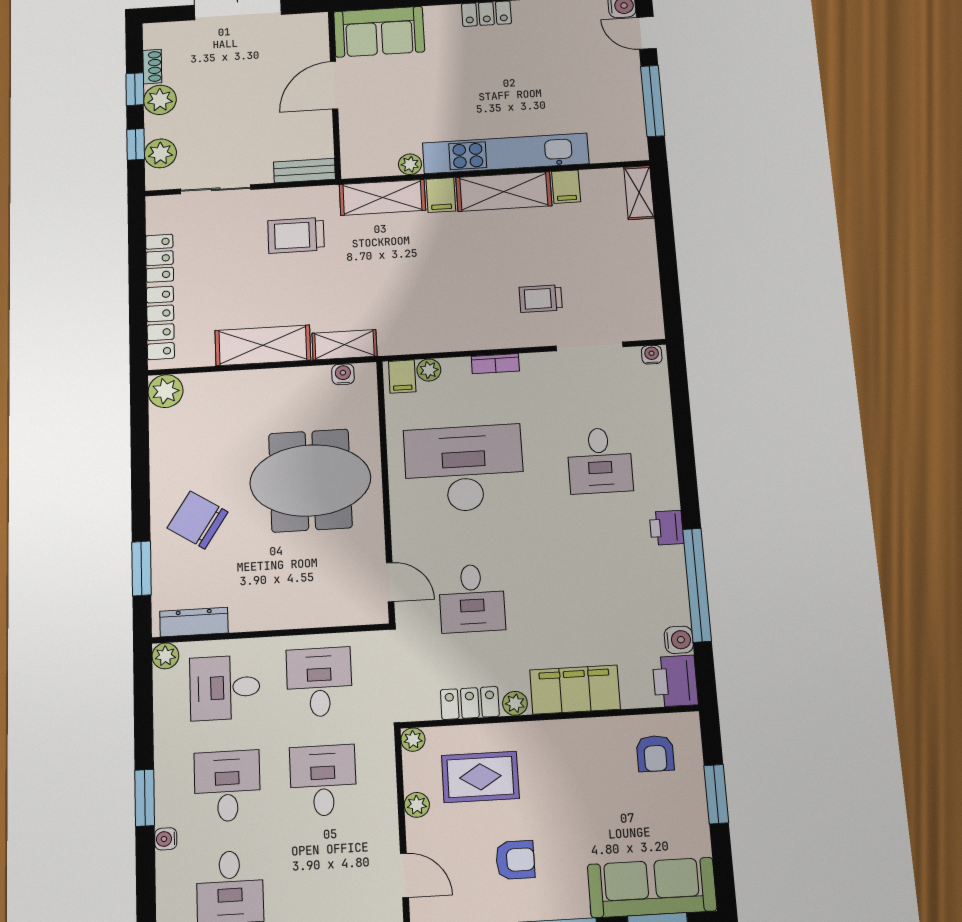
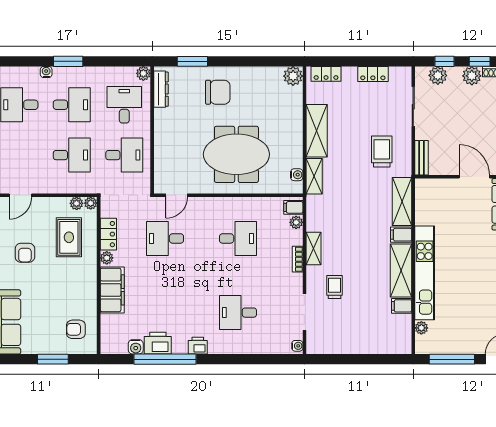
plant: (410, 164) -> (421, 328), moved
shelving: (639, 193) -> (313, 249), moved, turned 90
locker: (160, 323) -> (326, 74), width x0.66
desk: (464, 469) -> (238, 238), width x0.53, depth x0.77
meeting table: (310, 480) -> (236, 154), turned 90
chair: (197, 520) -> (218, 92), turned 57
printer: (675, 681) -> (158, 343), moved
plant: (417, 805) -> (77, 203), moved

